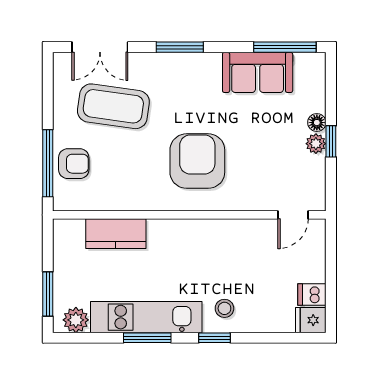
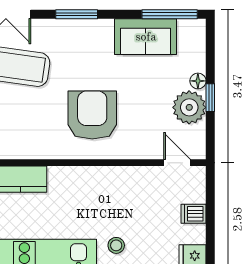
plant: (316, 144) -> (189, 107), width x1.87, depth x1.87
door: (293, 215) -> (177, 163), swing flipped
dishwasher: (312, 295) -> (194, 214), moved

